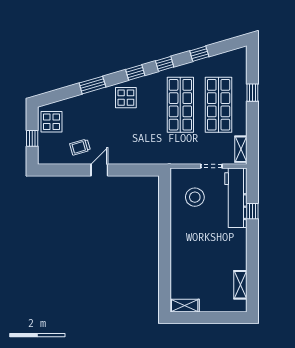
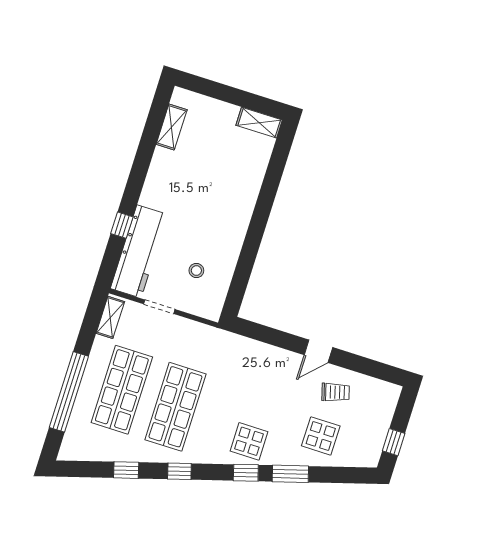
window: (135, 73) -> (246, 473), moved
window: (252, 93) -> (69, 392), width x3.17
display table: (51, 122) -> (321, 436), moved
window: (32, 138) -> (394, 442), moved
stool: (195, 197) -> (196, 270), width x0.53, depth x0.53

